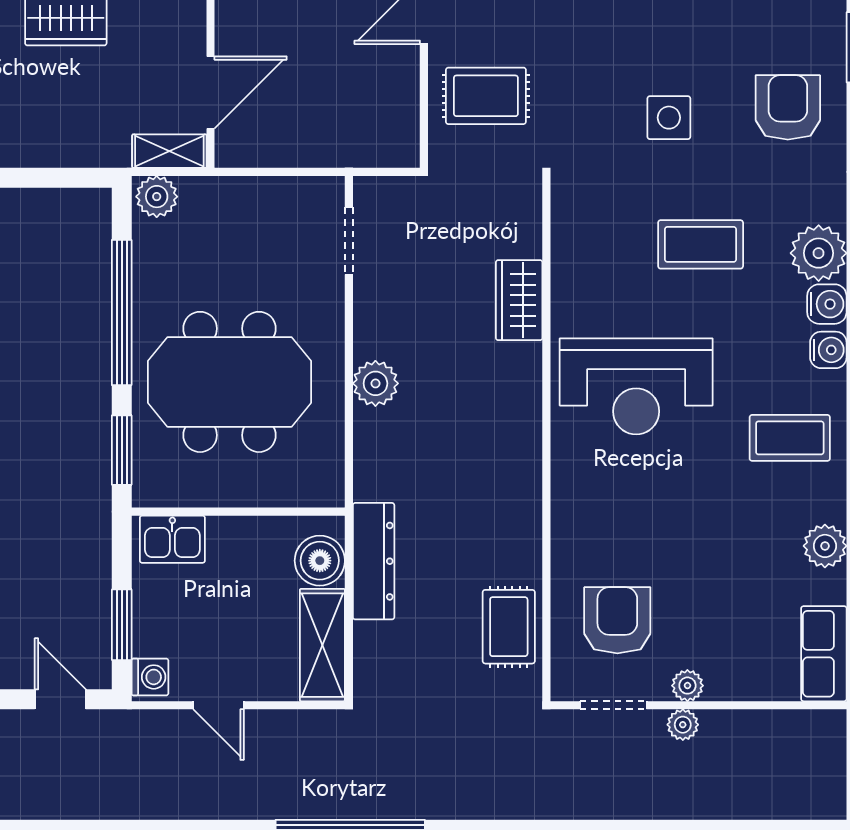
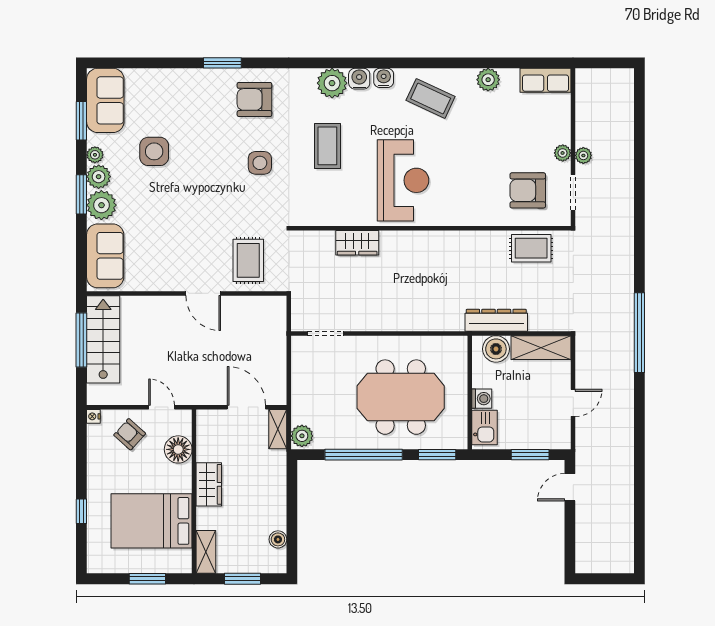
meeting table: (230, 382) -> (401, 397), turned 90
plant: (375, 383) -> (402, 319), removed
coffee table: (790, 438) -> (431, 98), turned -65
washing machine: (150, 677) -> (482, 399), moved, turned 90

